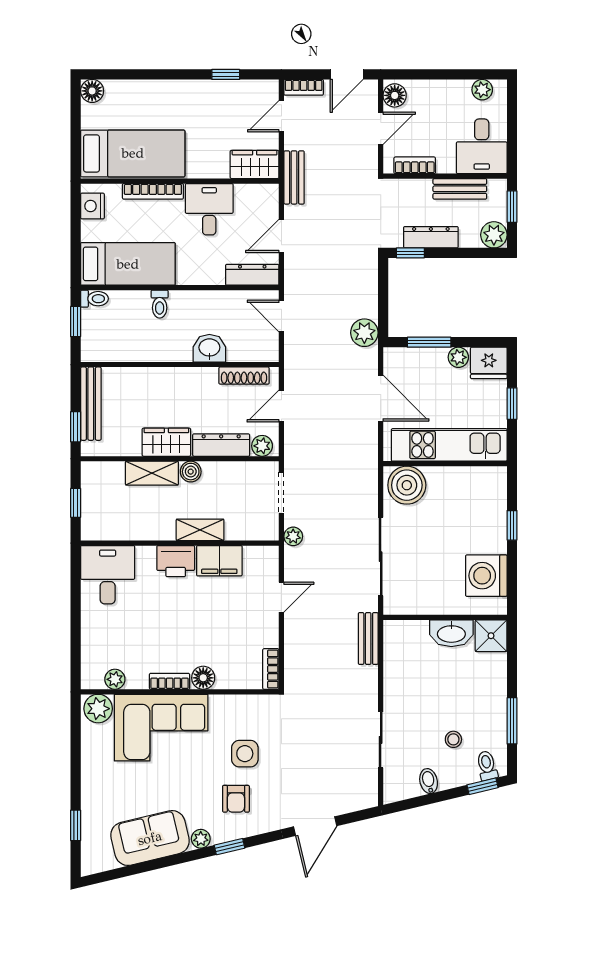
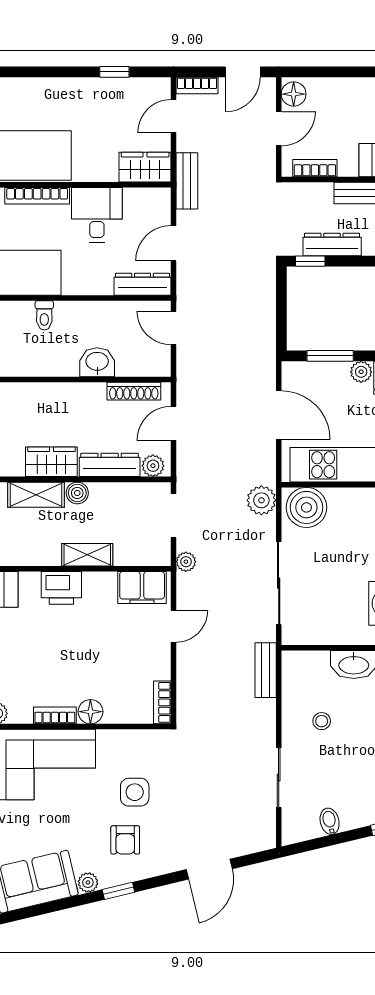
plant: (364, 333) -> (261, 500), moved
filing cabinet: (219, 561) -> (142, 588), moved
stool: (453, 739) -> (322, 721), moved

